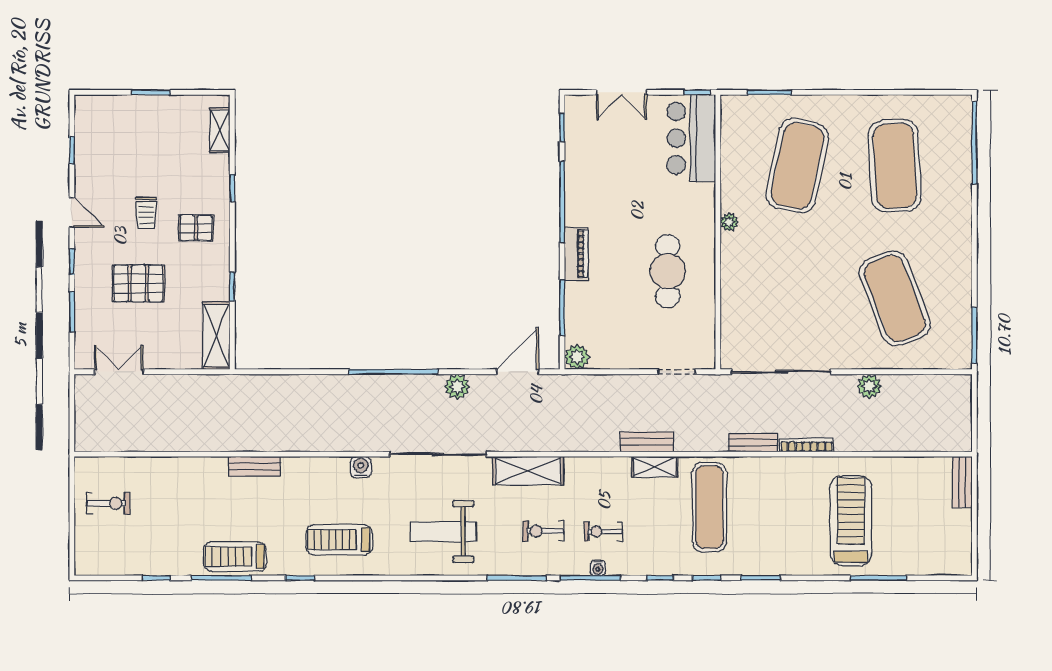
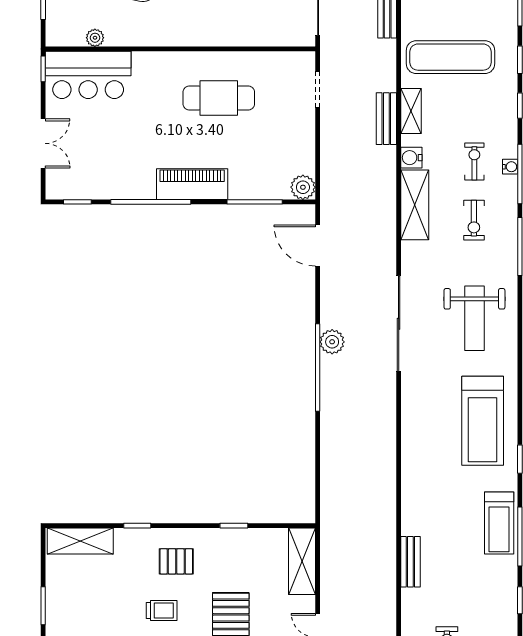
shelving: (220, 130) -> (80, 541), width x1.50, depth x1.33
plant: (729, 222) -> (95, 38), moved
pallet: (196, 228) -> (176, 561), turned 90
piano: (576, 254) -> (192, 184), width x1.37, depth x1.33
shelving: (216, 336) -> (302, 561), moved, turned 90
plant: (457, 387) -> (332, 342), moved
bench: (254, 466) -> (410, 562), moved
water cooler: (361, 467) -> (411, 158), moved
shelving: (528, 471) -> (415, 205), moved
exercise bike: (603, 531) -> (474, 161), turned 180
treadmill: (339, 540) -> (483, 421), width x1.37, depth x1.38

